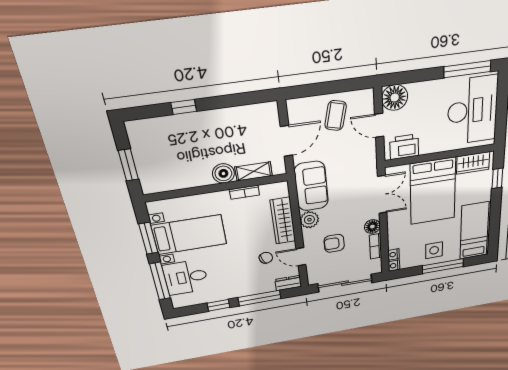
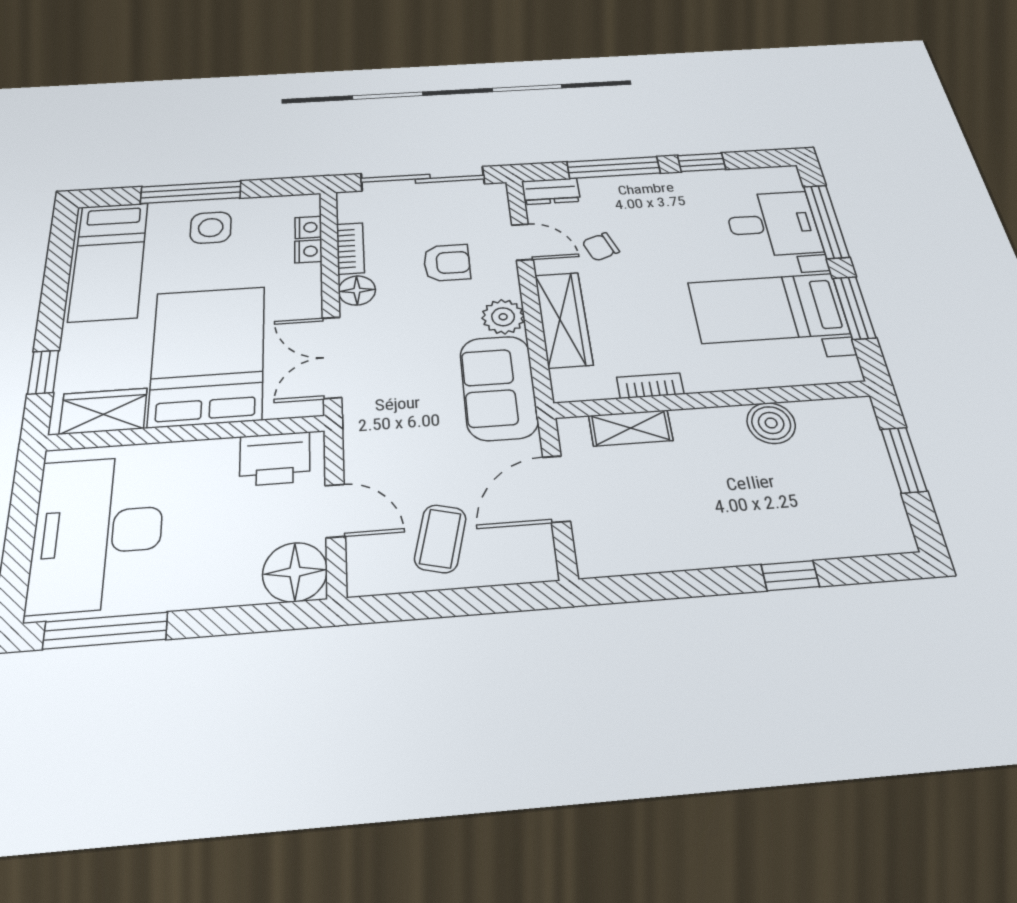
boiler: (223, 173) -> (771, 423), moved
nightstand: (394, 266) -> (308, 251), moved

